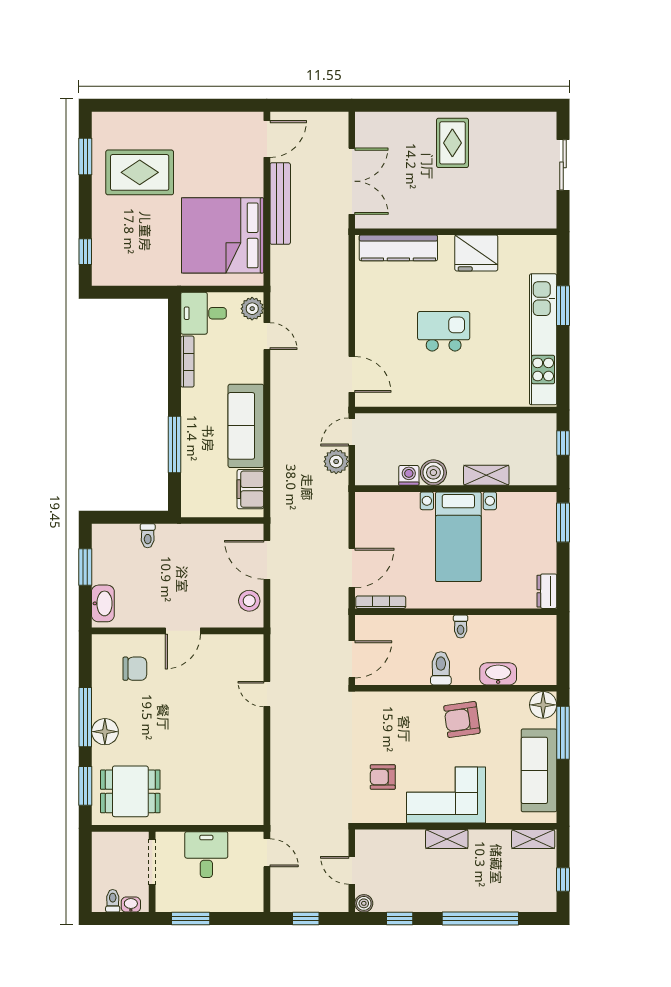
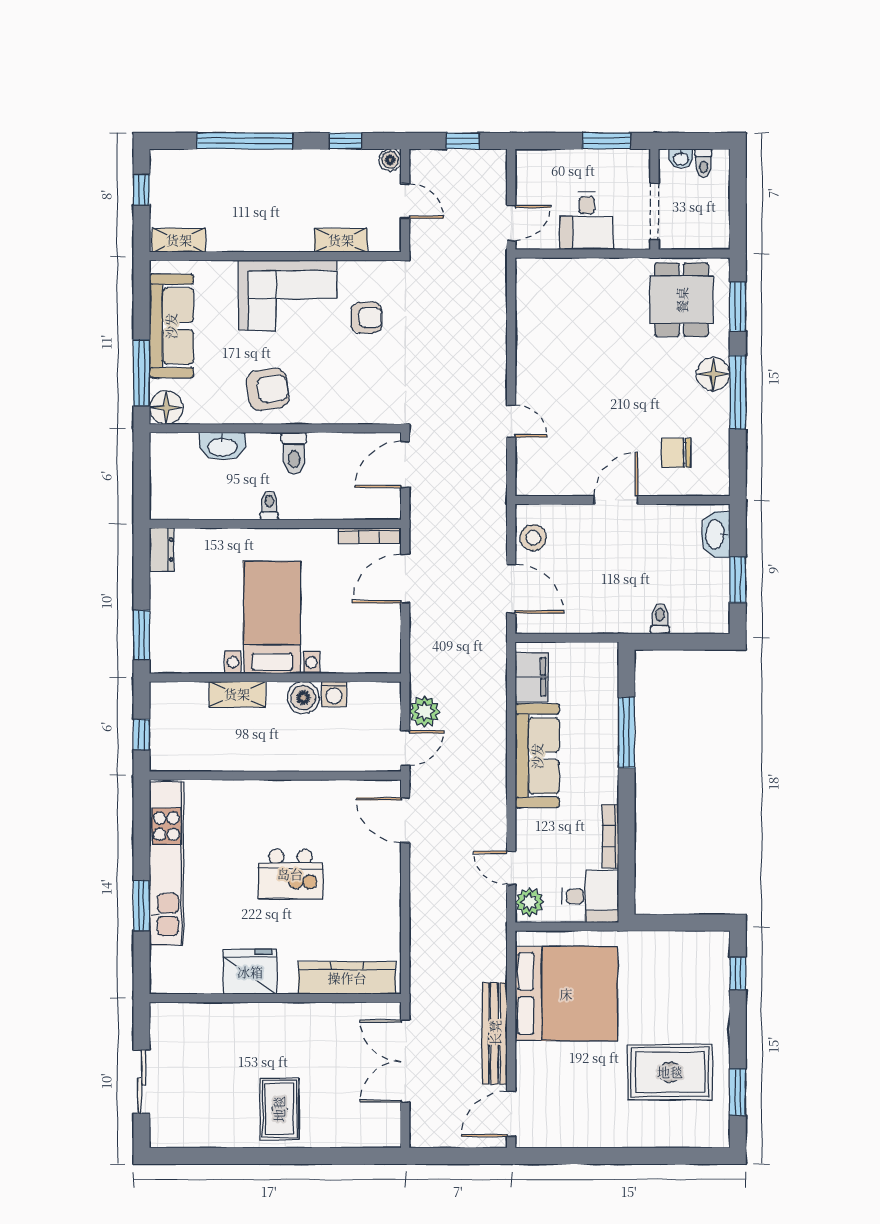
dining table: (130, 791) -> (682, 300), turned 90
shelving: (447, 839) -> (341, 240), moved
door: (267, 853) -> (511, 223), swing flipped

